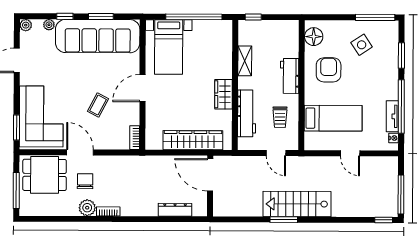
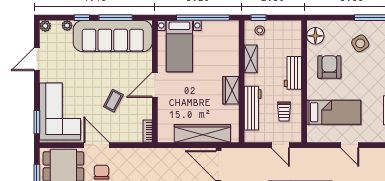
window: (101, 16) -> (116, 18), width x1.44
stool: (254, 31) -> (260, 30), added

